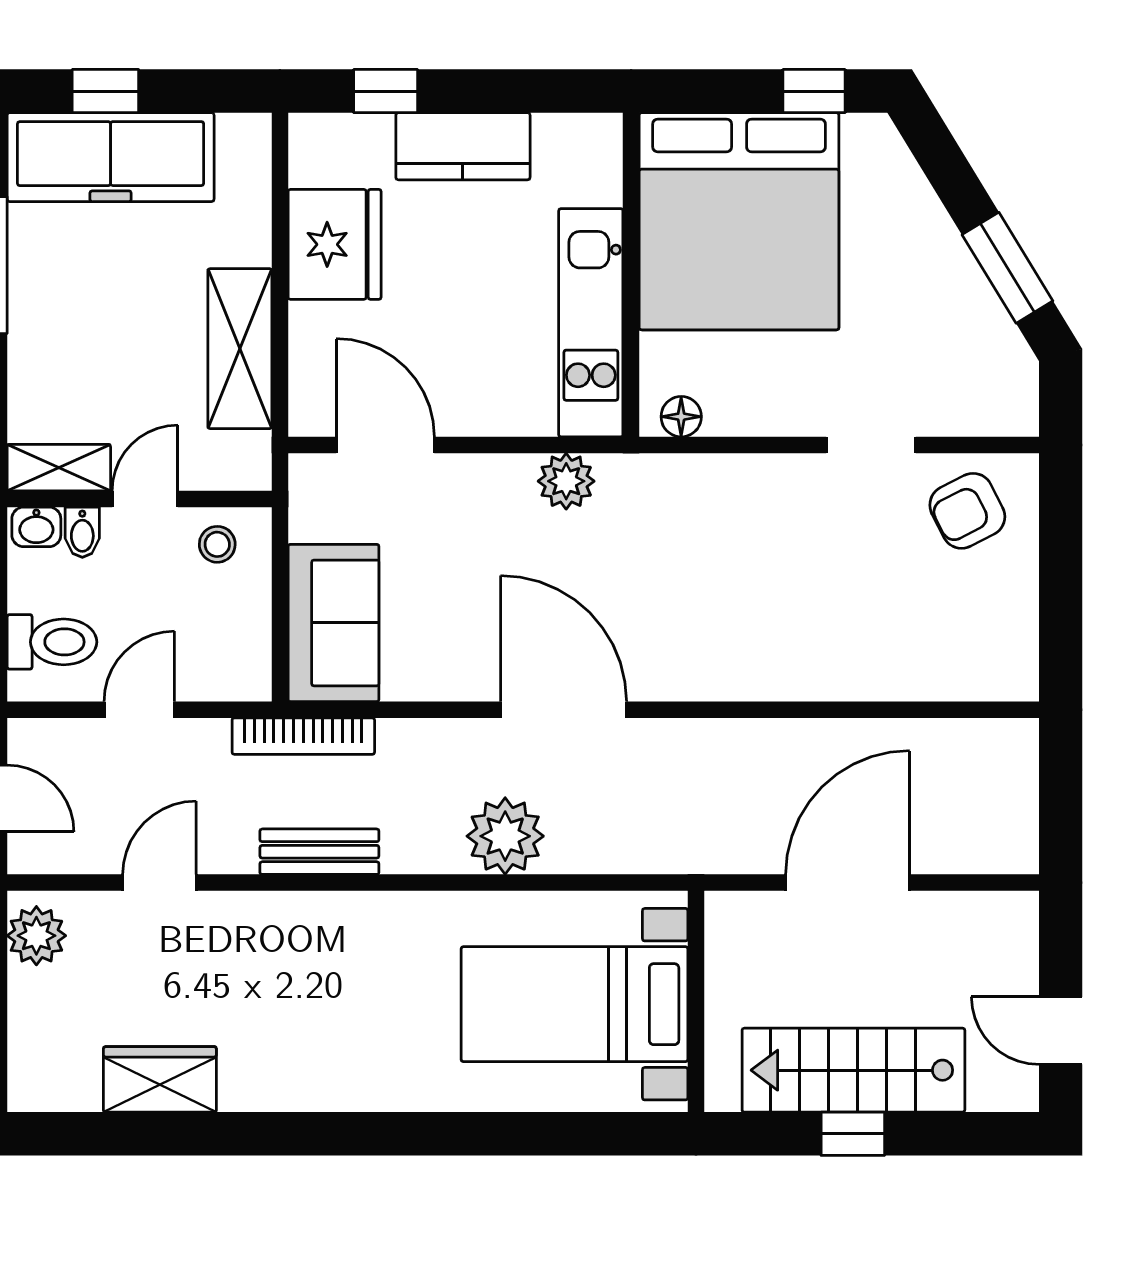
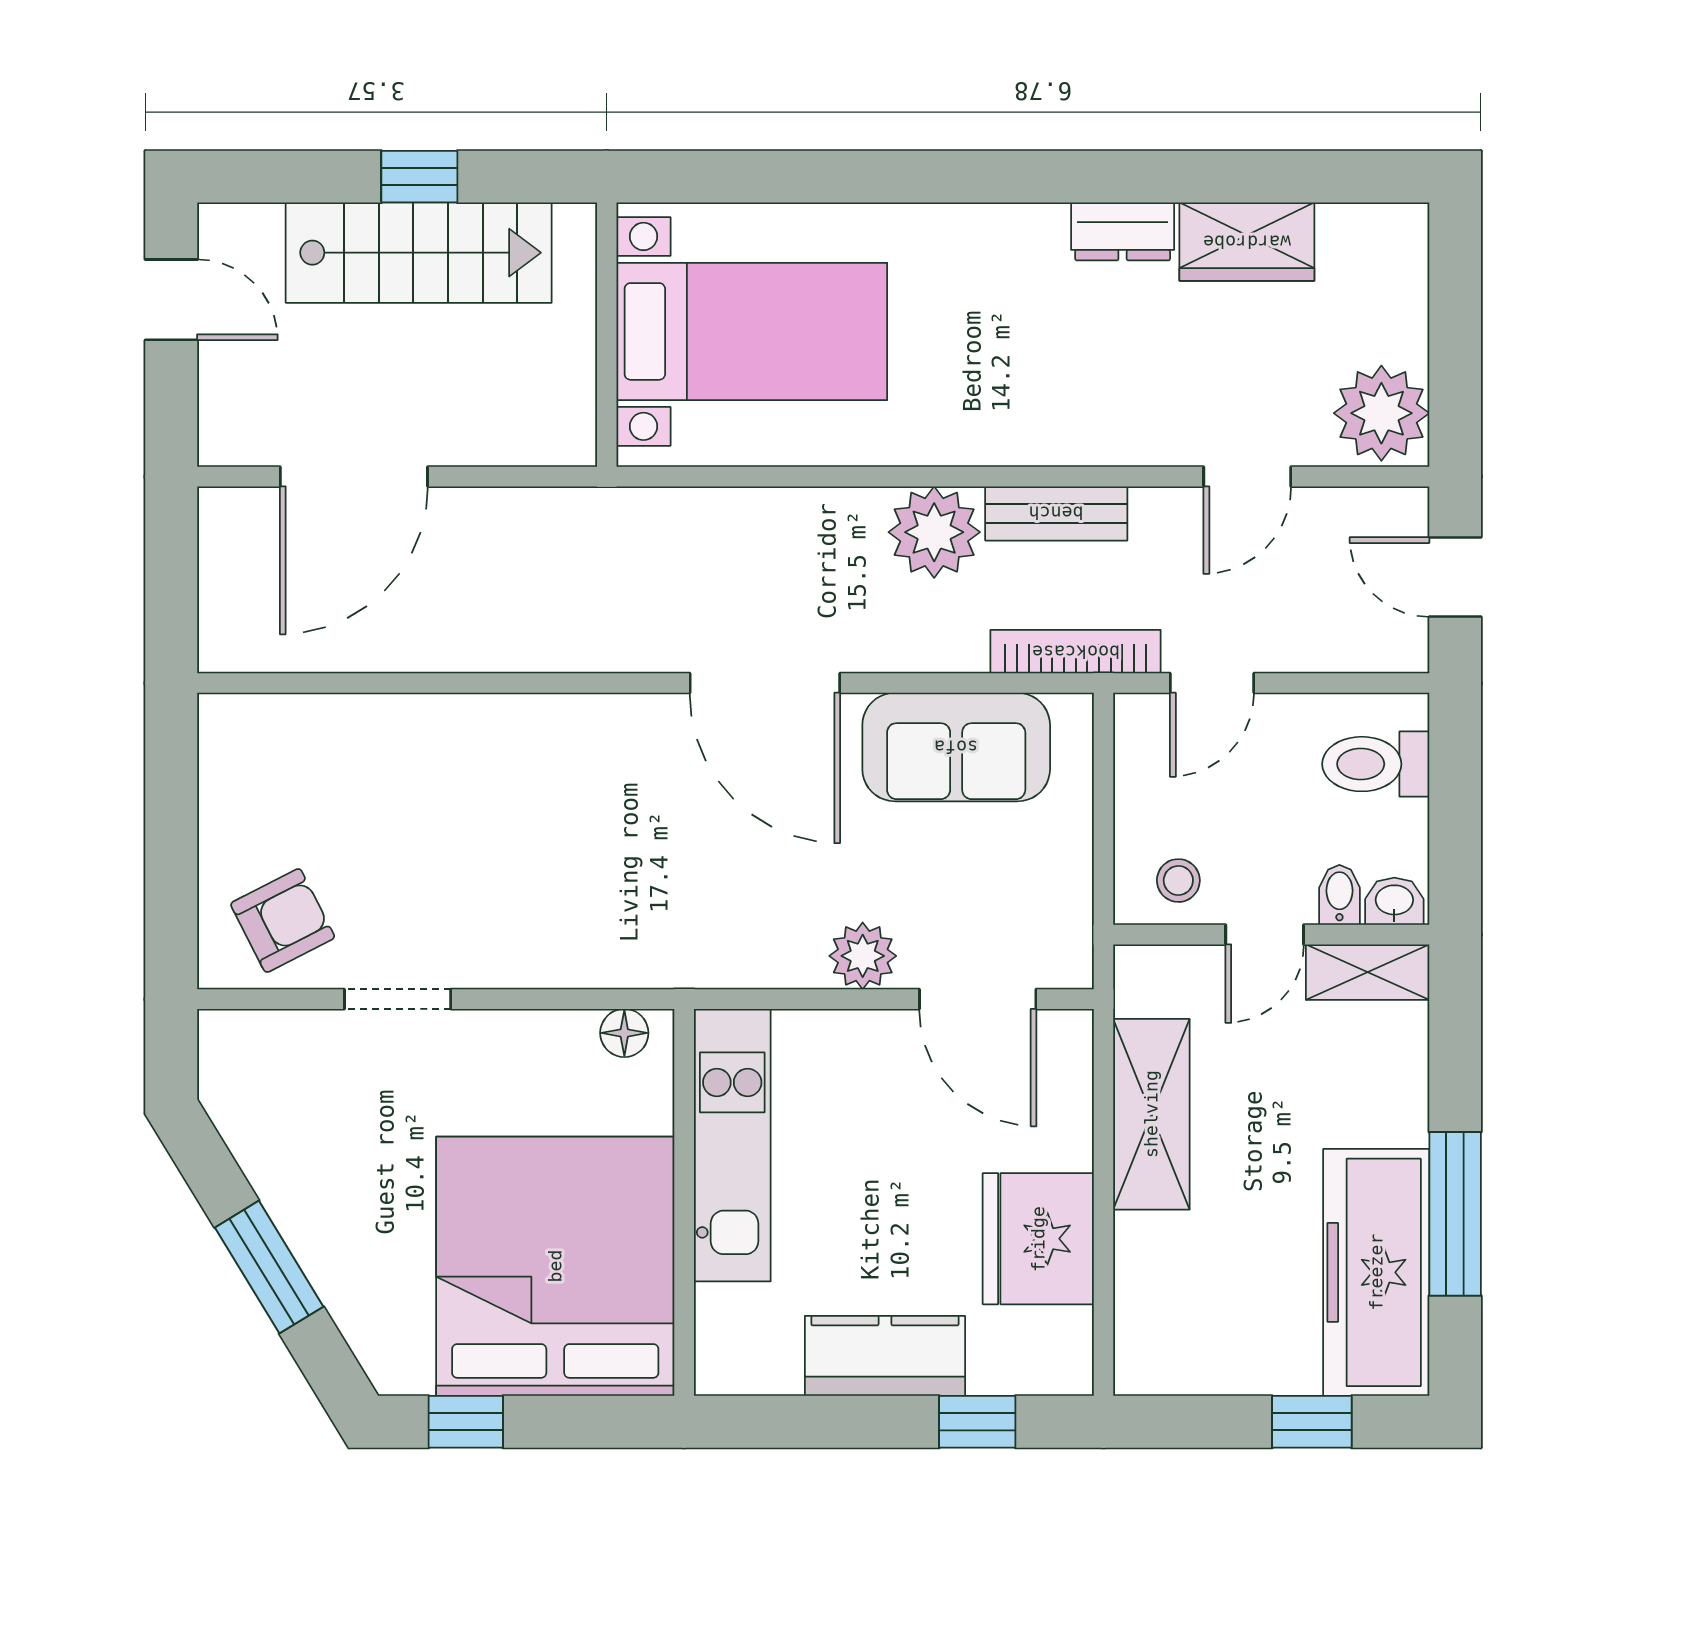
freezer: (111, 157) -> (1376, 1272), moved, turned -90
window: (1007, 268) -> (269, 1267), moved
plant: (566, 481) -> (863, 956), moved
sofa: (333, 623) -> (956, 747), moved, turned -90
door: (139, 710) -> (1212, 683), moved
plant: (505, 836) -> (934, 532), moved
door: (848, 883) -> (354, 477), moved
plant: (36, 936) -> (1381, 413), width x1.36, depth x1.36
dresser: (264, 1088) -> (1123, 231), added

